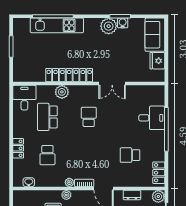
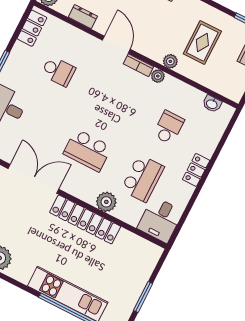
double door: (112, 84) -> (33, 179), width x1.37
school desk: (89, 117) -> (87, 150), width x1.85
locker: (18, 148) -> (196, 170), moved

